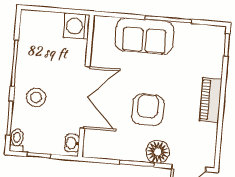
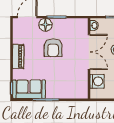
washing machine: (77, 26) -> (97, 81), moved
sofa: (145, 36) -> (29, 89), moved
double door: (85, 97) -> (89, 52), swing flipped

